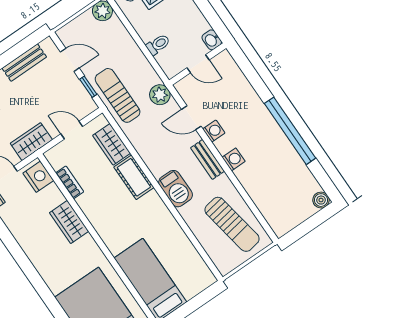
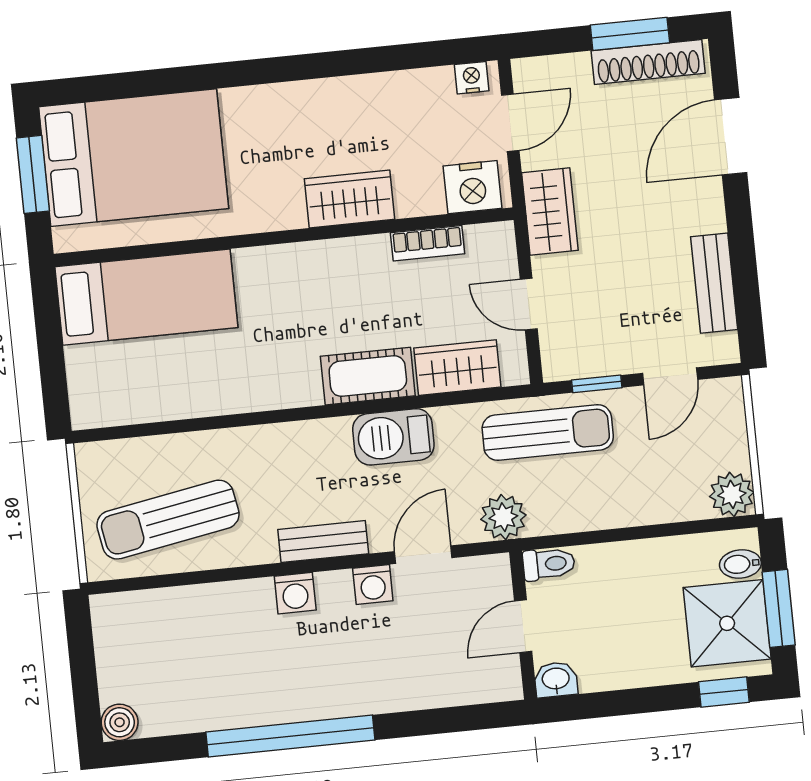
toilet: (158, 44) -> (549, 564), moved, turned -90
door: (72, 130) -> (529, 304), swing flipped
barbecue: (176, 189) -> (393, 437), moved

